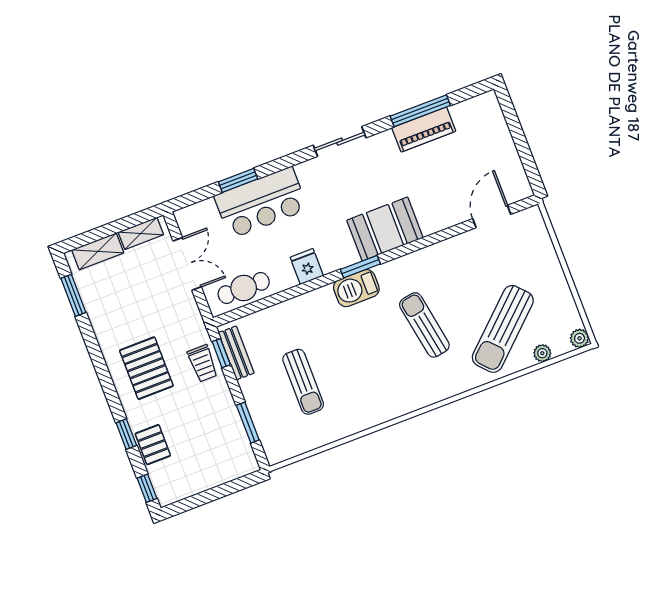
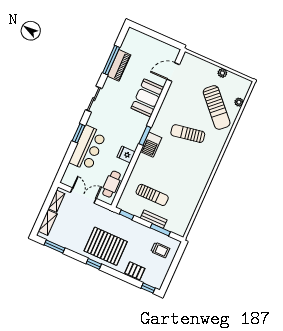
window: (238, 180) -> (79, 133), moved
door: (492, 216) -> (173, 72), hinge flipped
booth: (385, 229) -> (147, 98), moved
plant: (579, 338) -> (222, 73), moved
bench: (236, 353) -> (154, 219), moved
trolley: (203, 363) -> (160, 250), moved
pallet: (146, 368) -> (106, 246), width x1.37, depth x1.41
sun lounger: (303, 382) -> (152, 195), moved
window: (126, 434) -> (94, 264), moved

